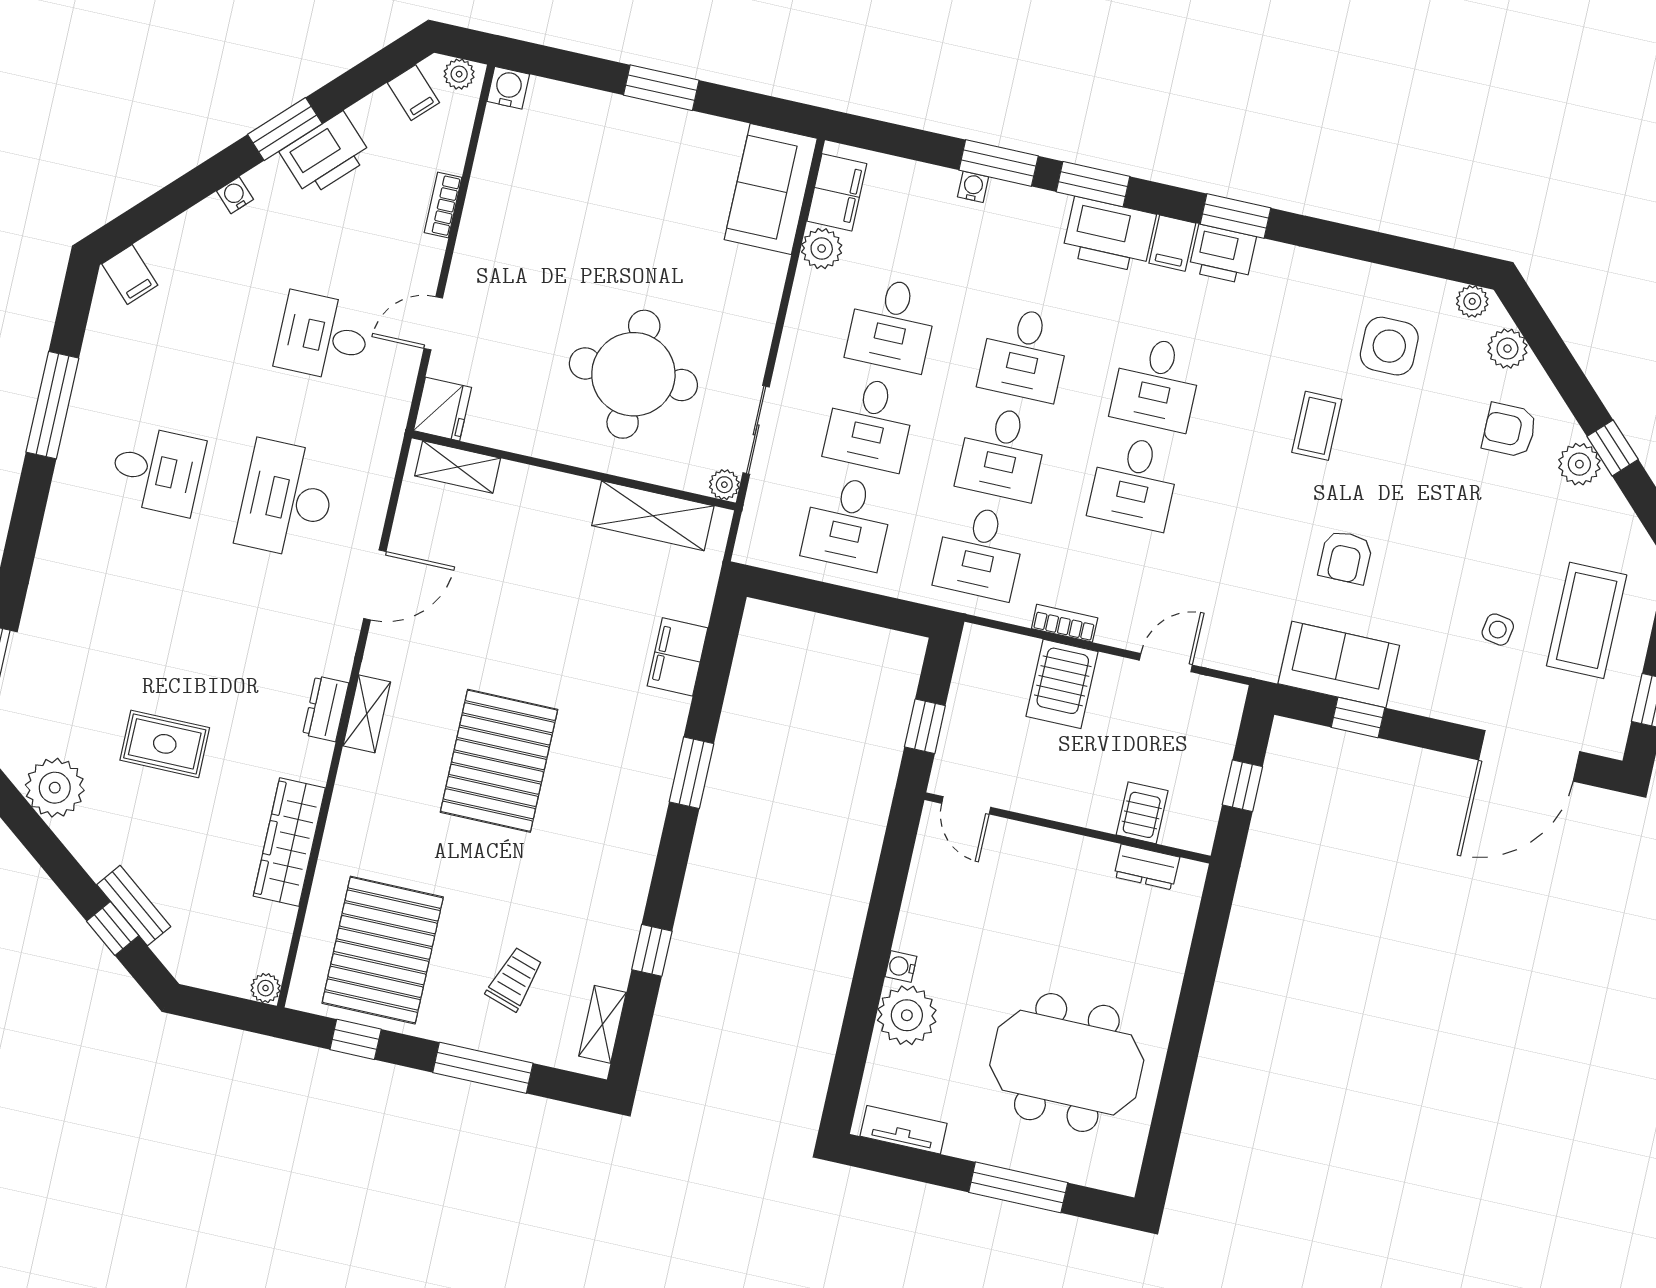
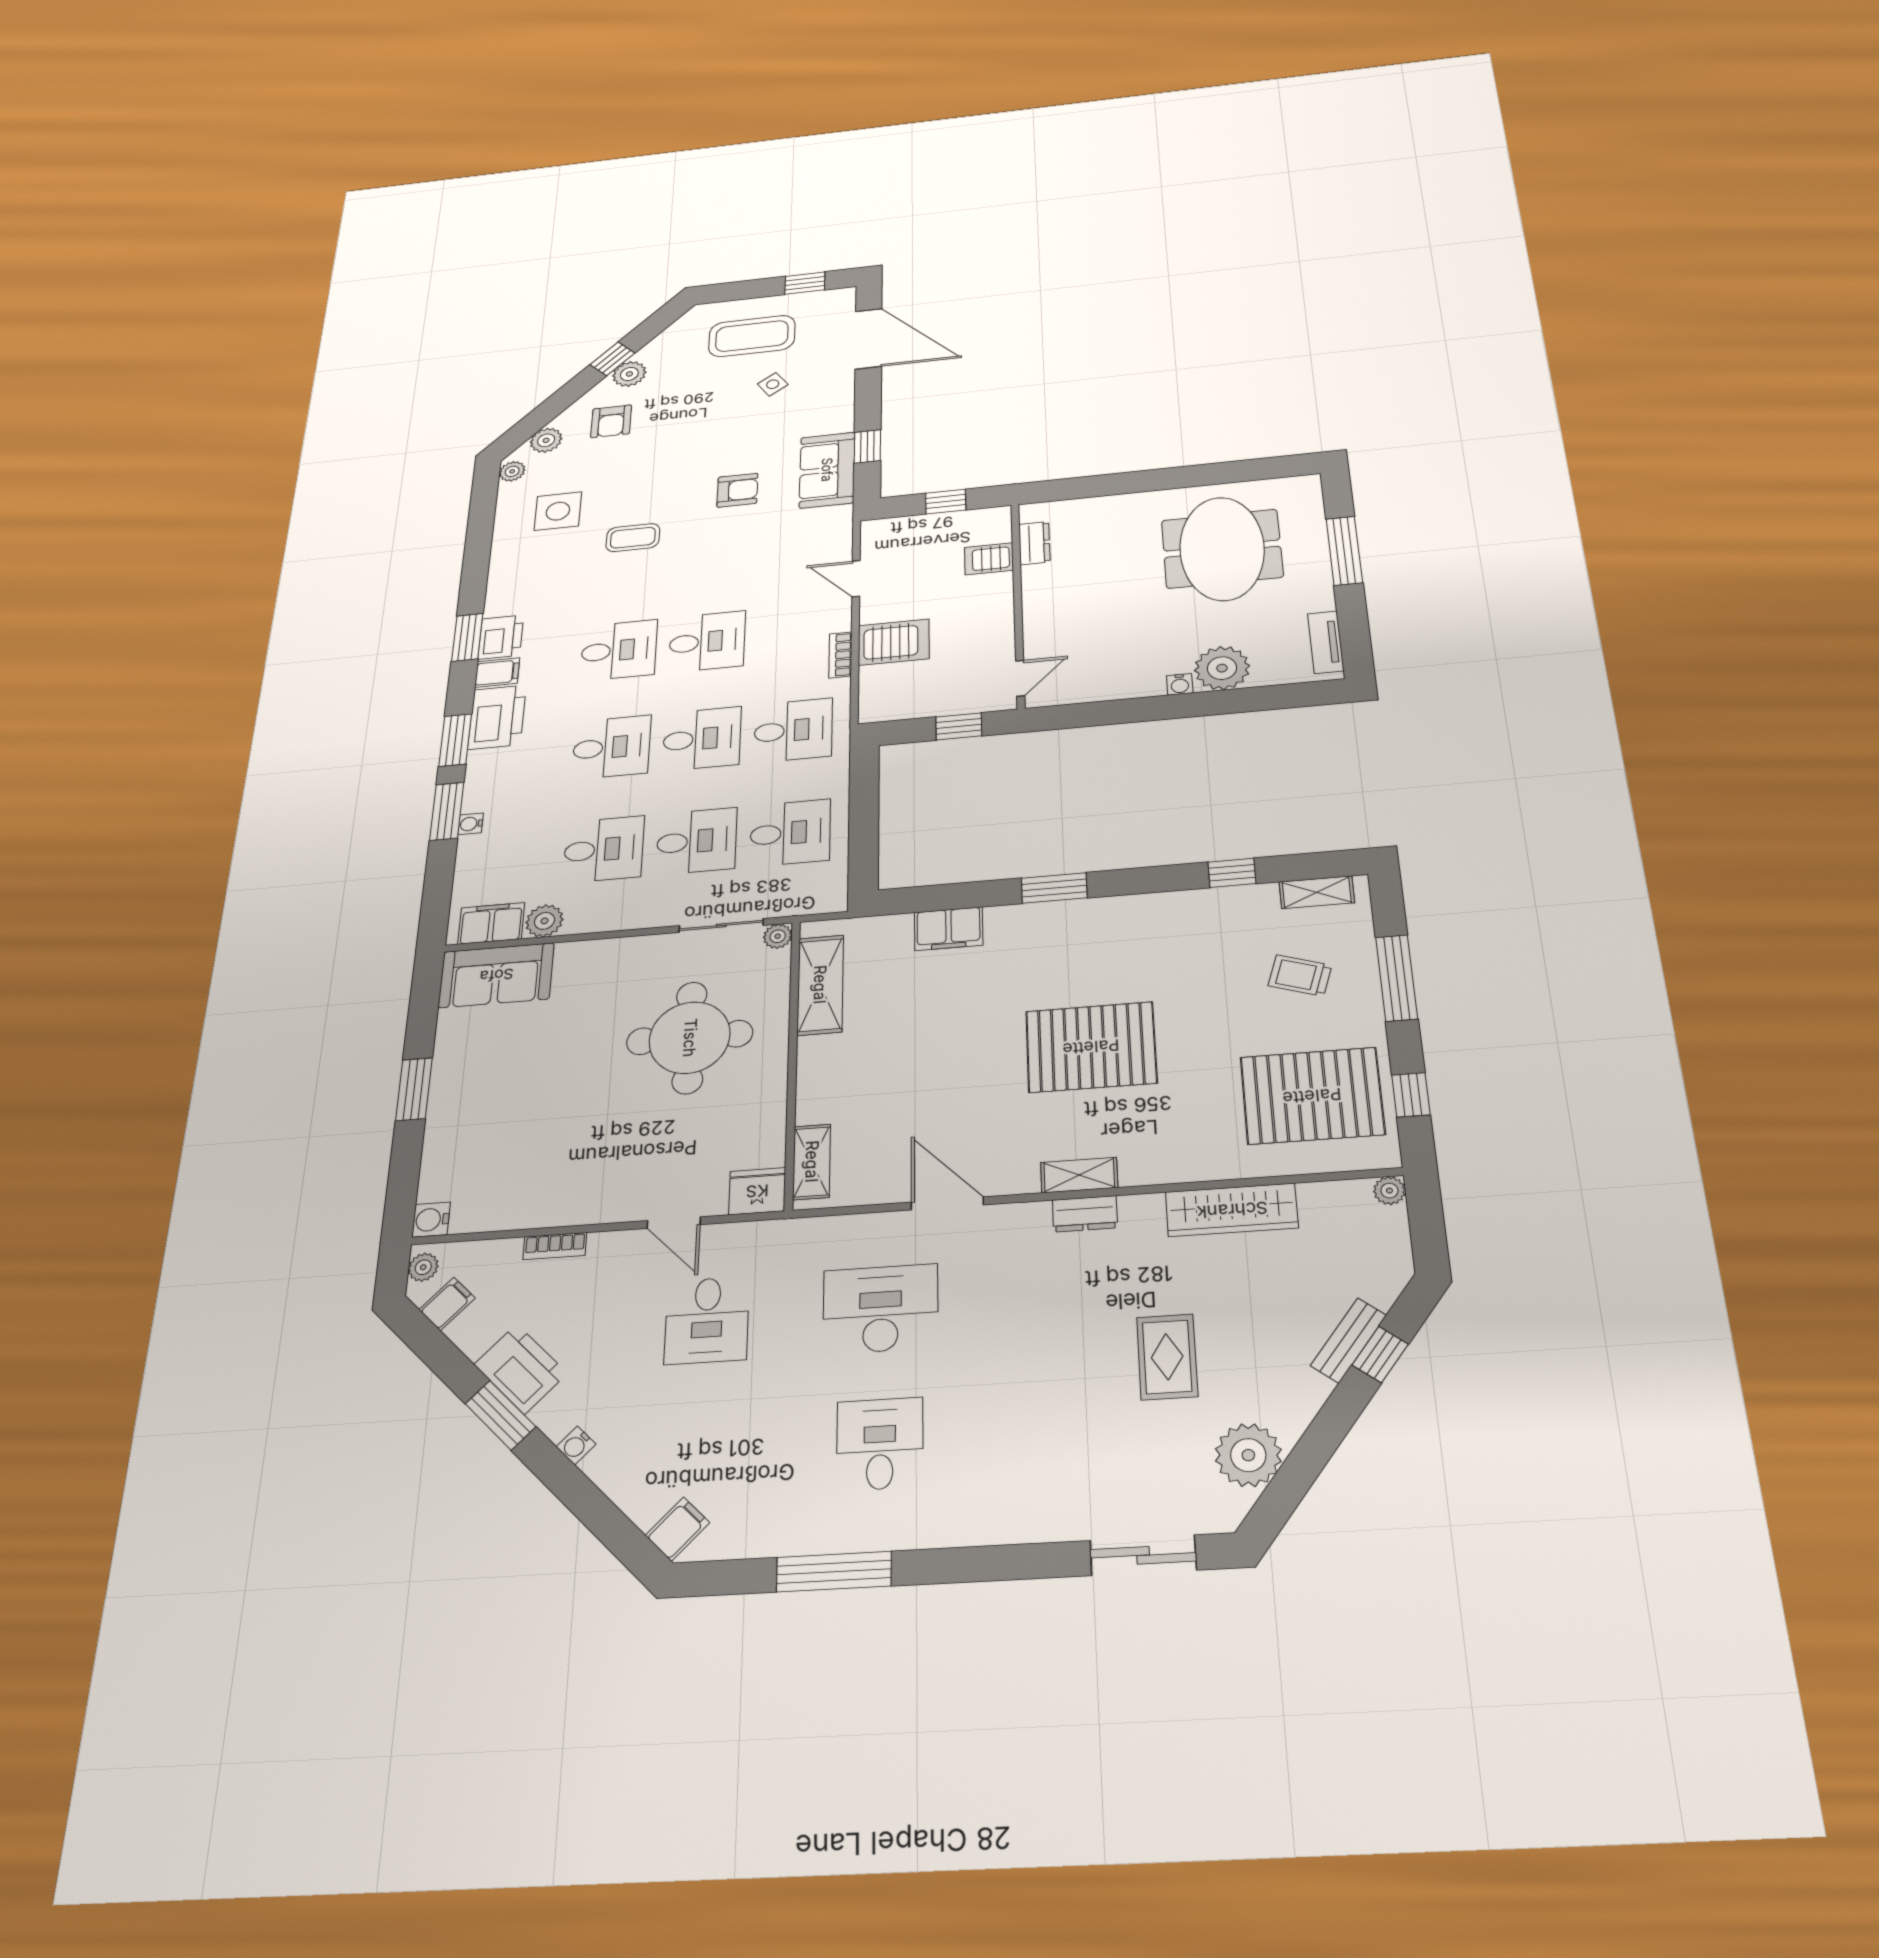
desk: (287, 499) -> (880, 1309), turned 180
side table: (1498, 630) -> (773, 384), turned 45

